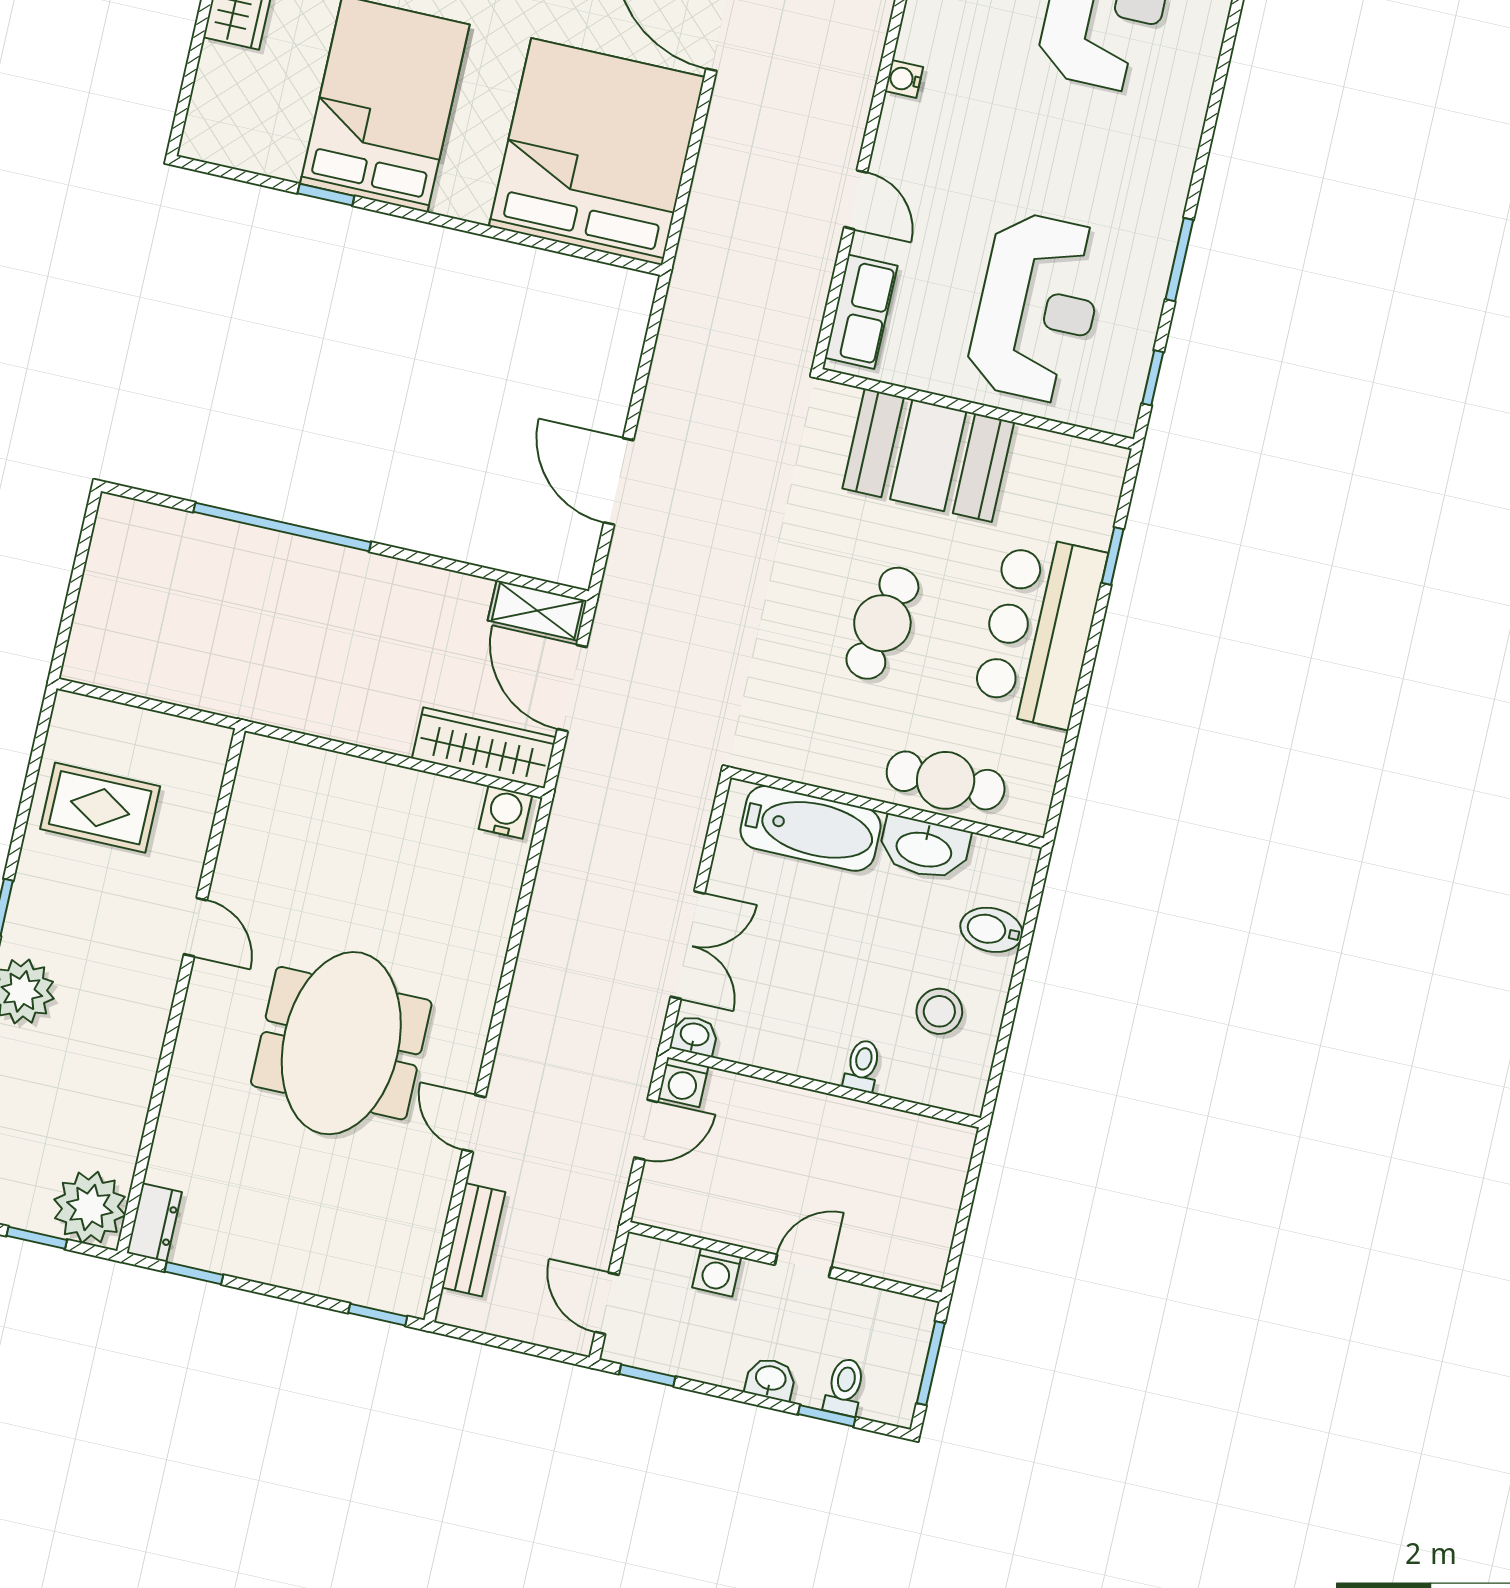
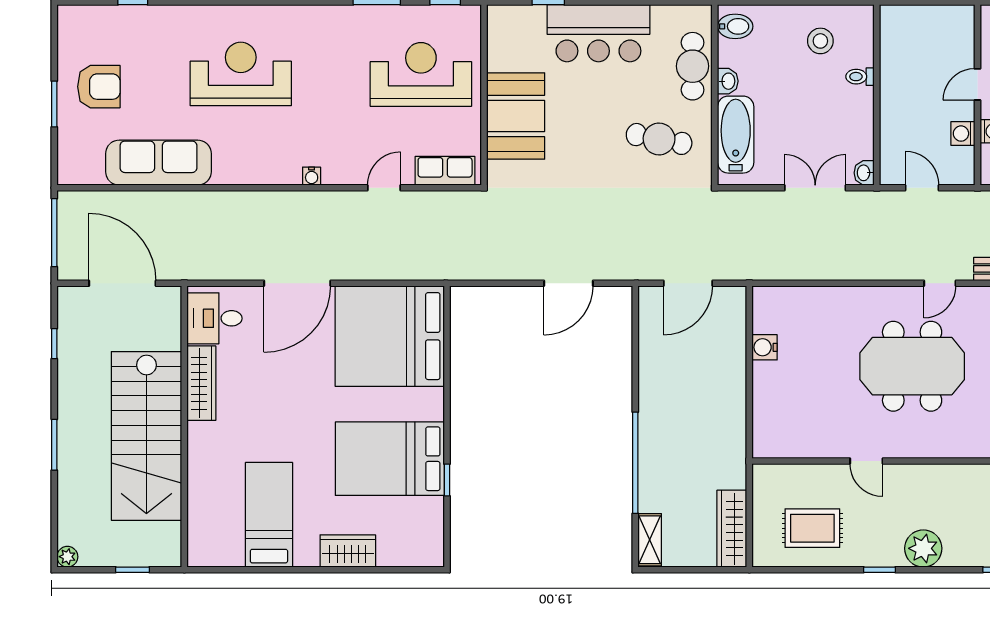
shelving: (537, 611) -> (650, 540), moved
cafe table: (882, 623) -> (659, 139), moved
wardrobe: (484, 748) -> (732, 529), moved
rug: (100, 808) -> (812, 528), turned 90
water cooler: (505, 812) -> (765, 347), moved
washbasin: (924, 848) -> (728, 81), width x0.52, depth x0.69
door: (195, 927) -> (866, 461), swing flipped
bidet: (991, 930) -> (735, 26), moved, turned -90
washing machine: (683, 1082) -> (963, 134), moved, turned 180
door: (803, 1266) -> (977, 84), hinge flipped

